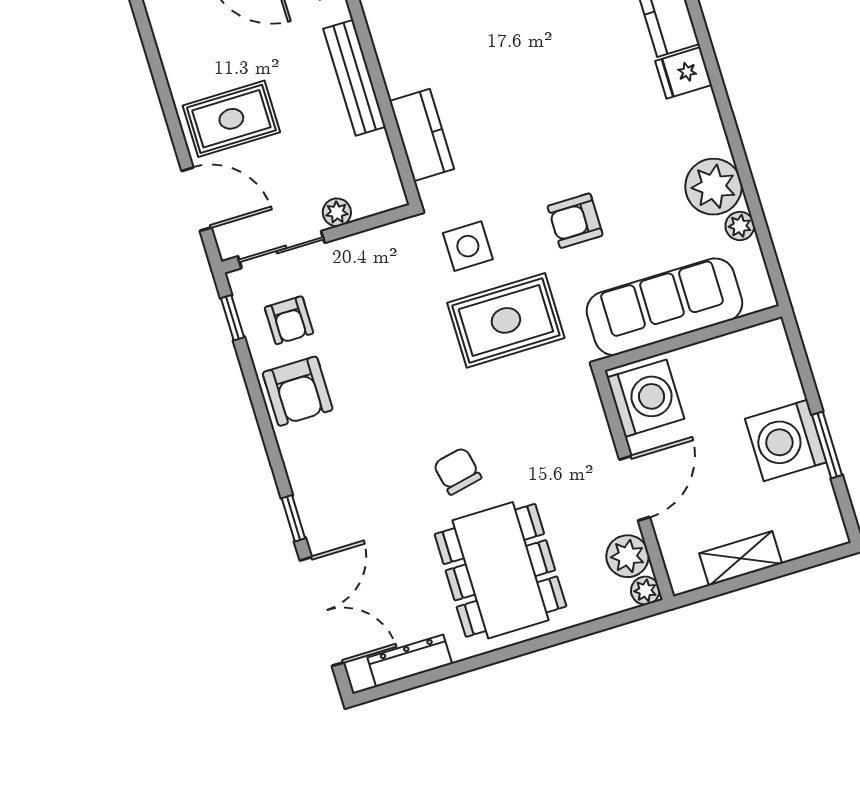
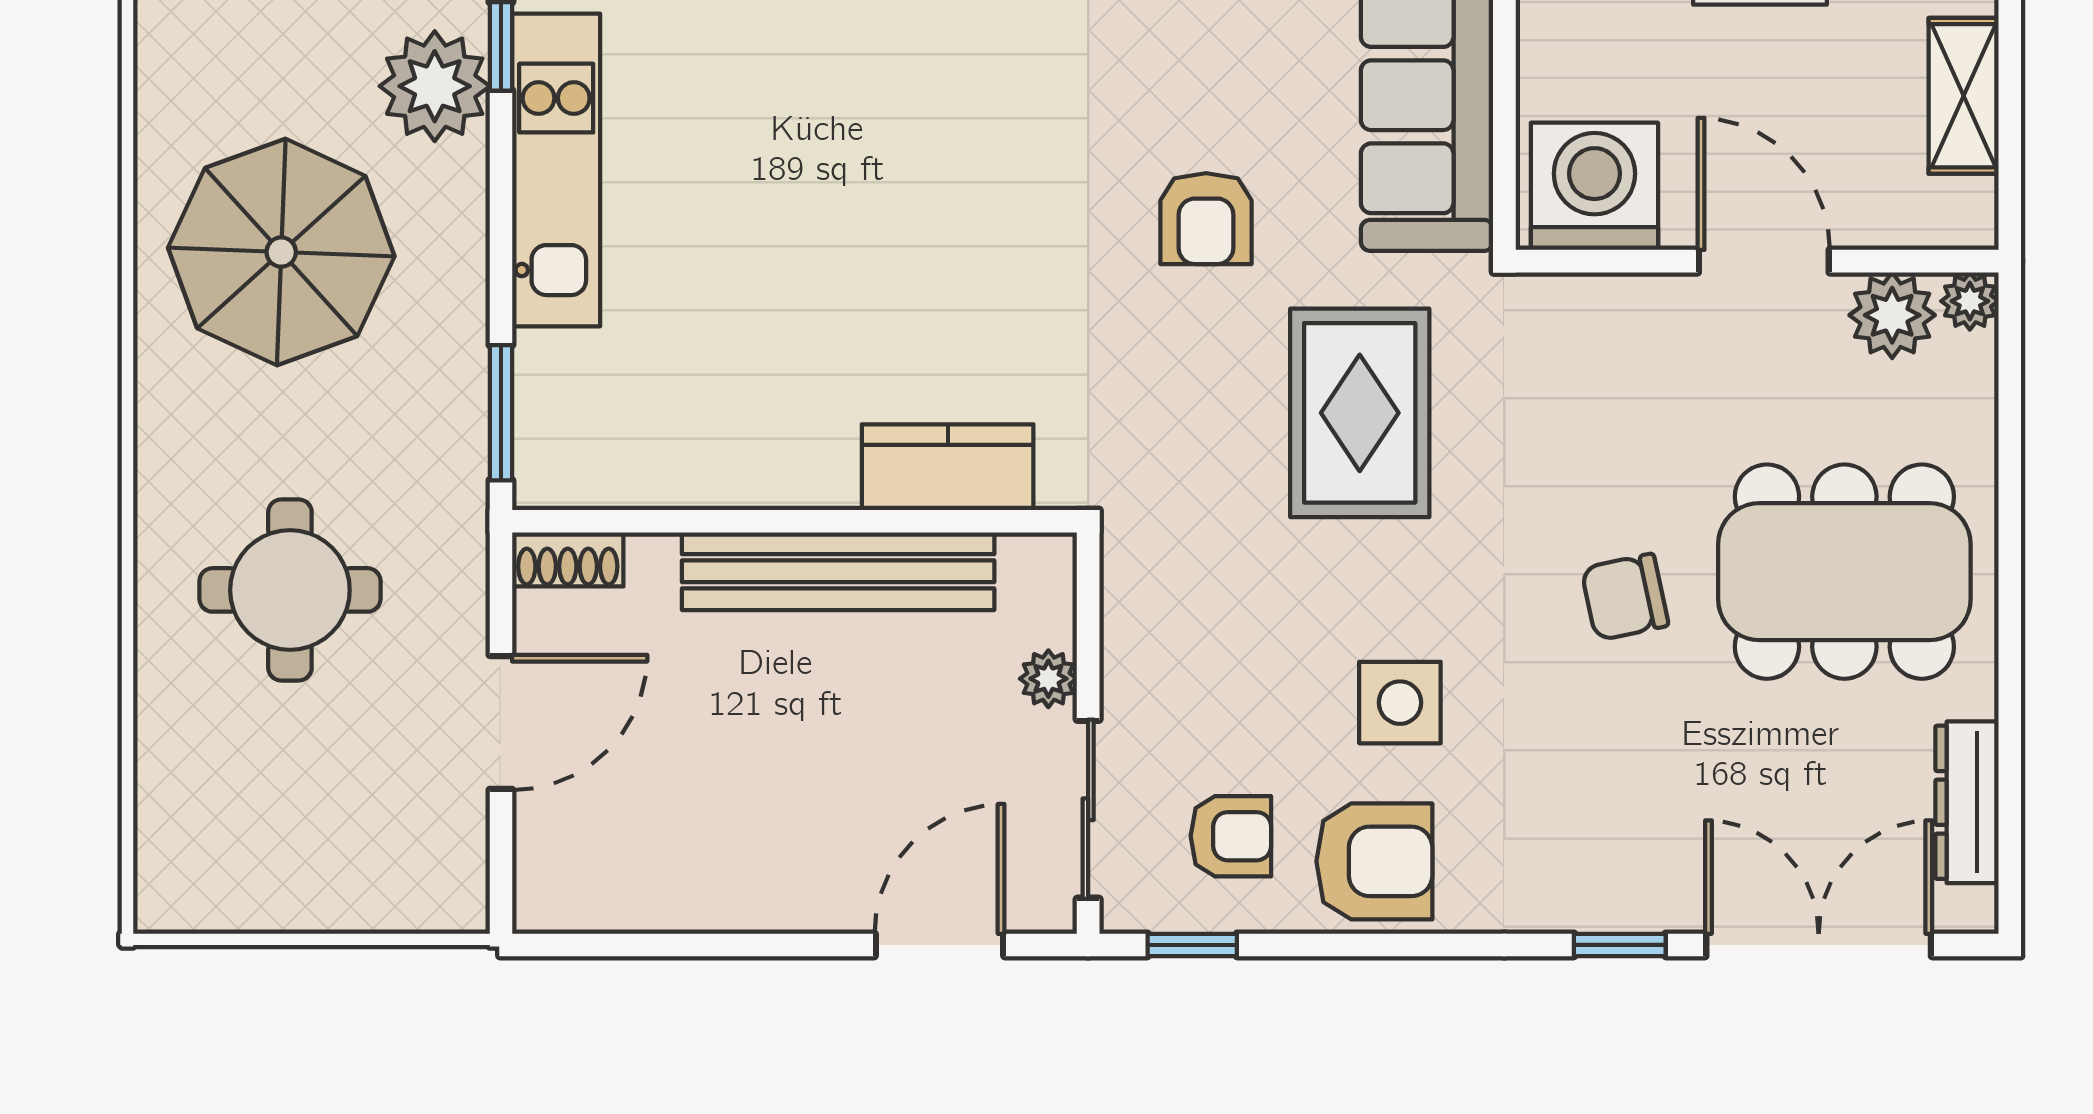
bench: (355, 78) -> (838, 571), width x1.37, depth x1.21
rug: (231, 119) -> (803, 829), removed
side table: (468, 246) -> (1400, 703), moved

